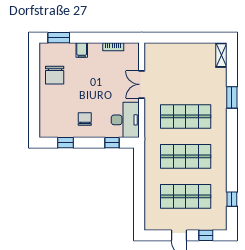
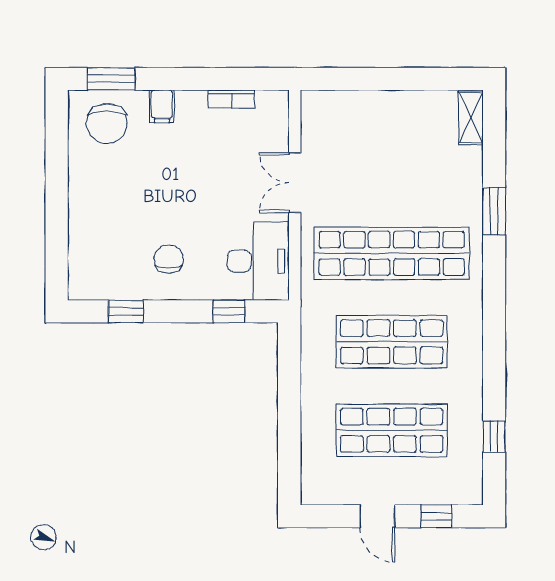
chair: (55, 75) -> (107, 124), moved
shop shelf: (186, 116) -> (392, 253), width x1.40

